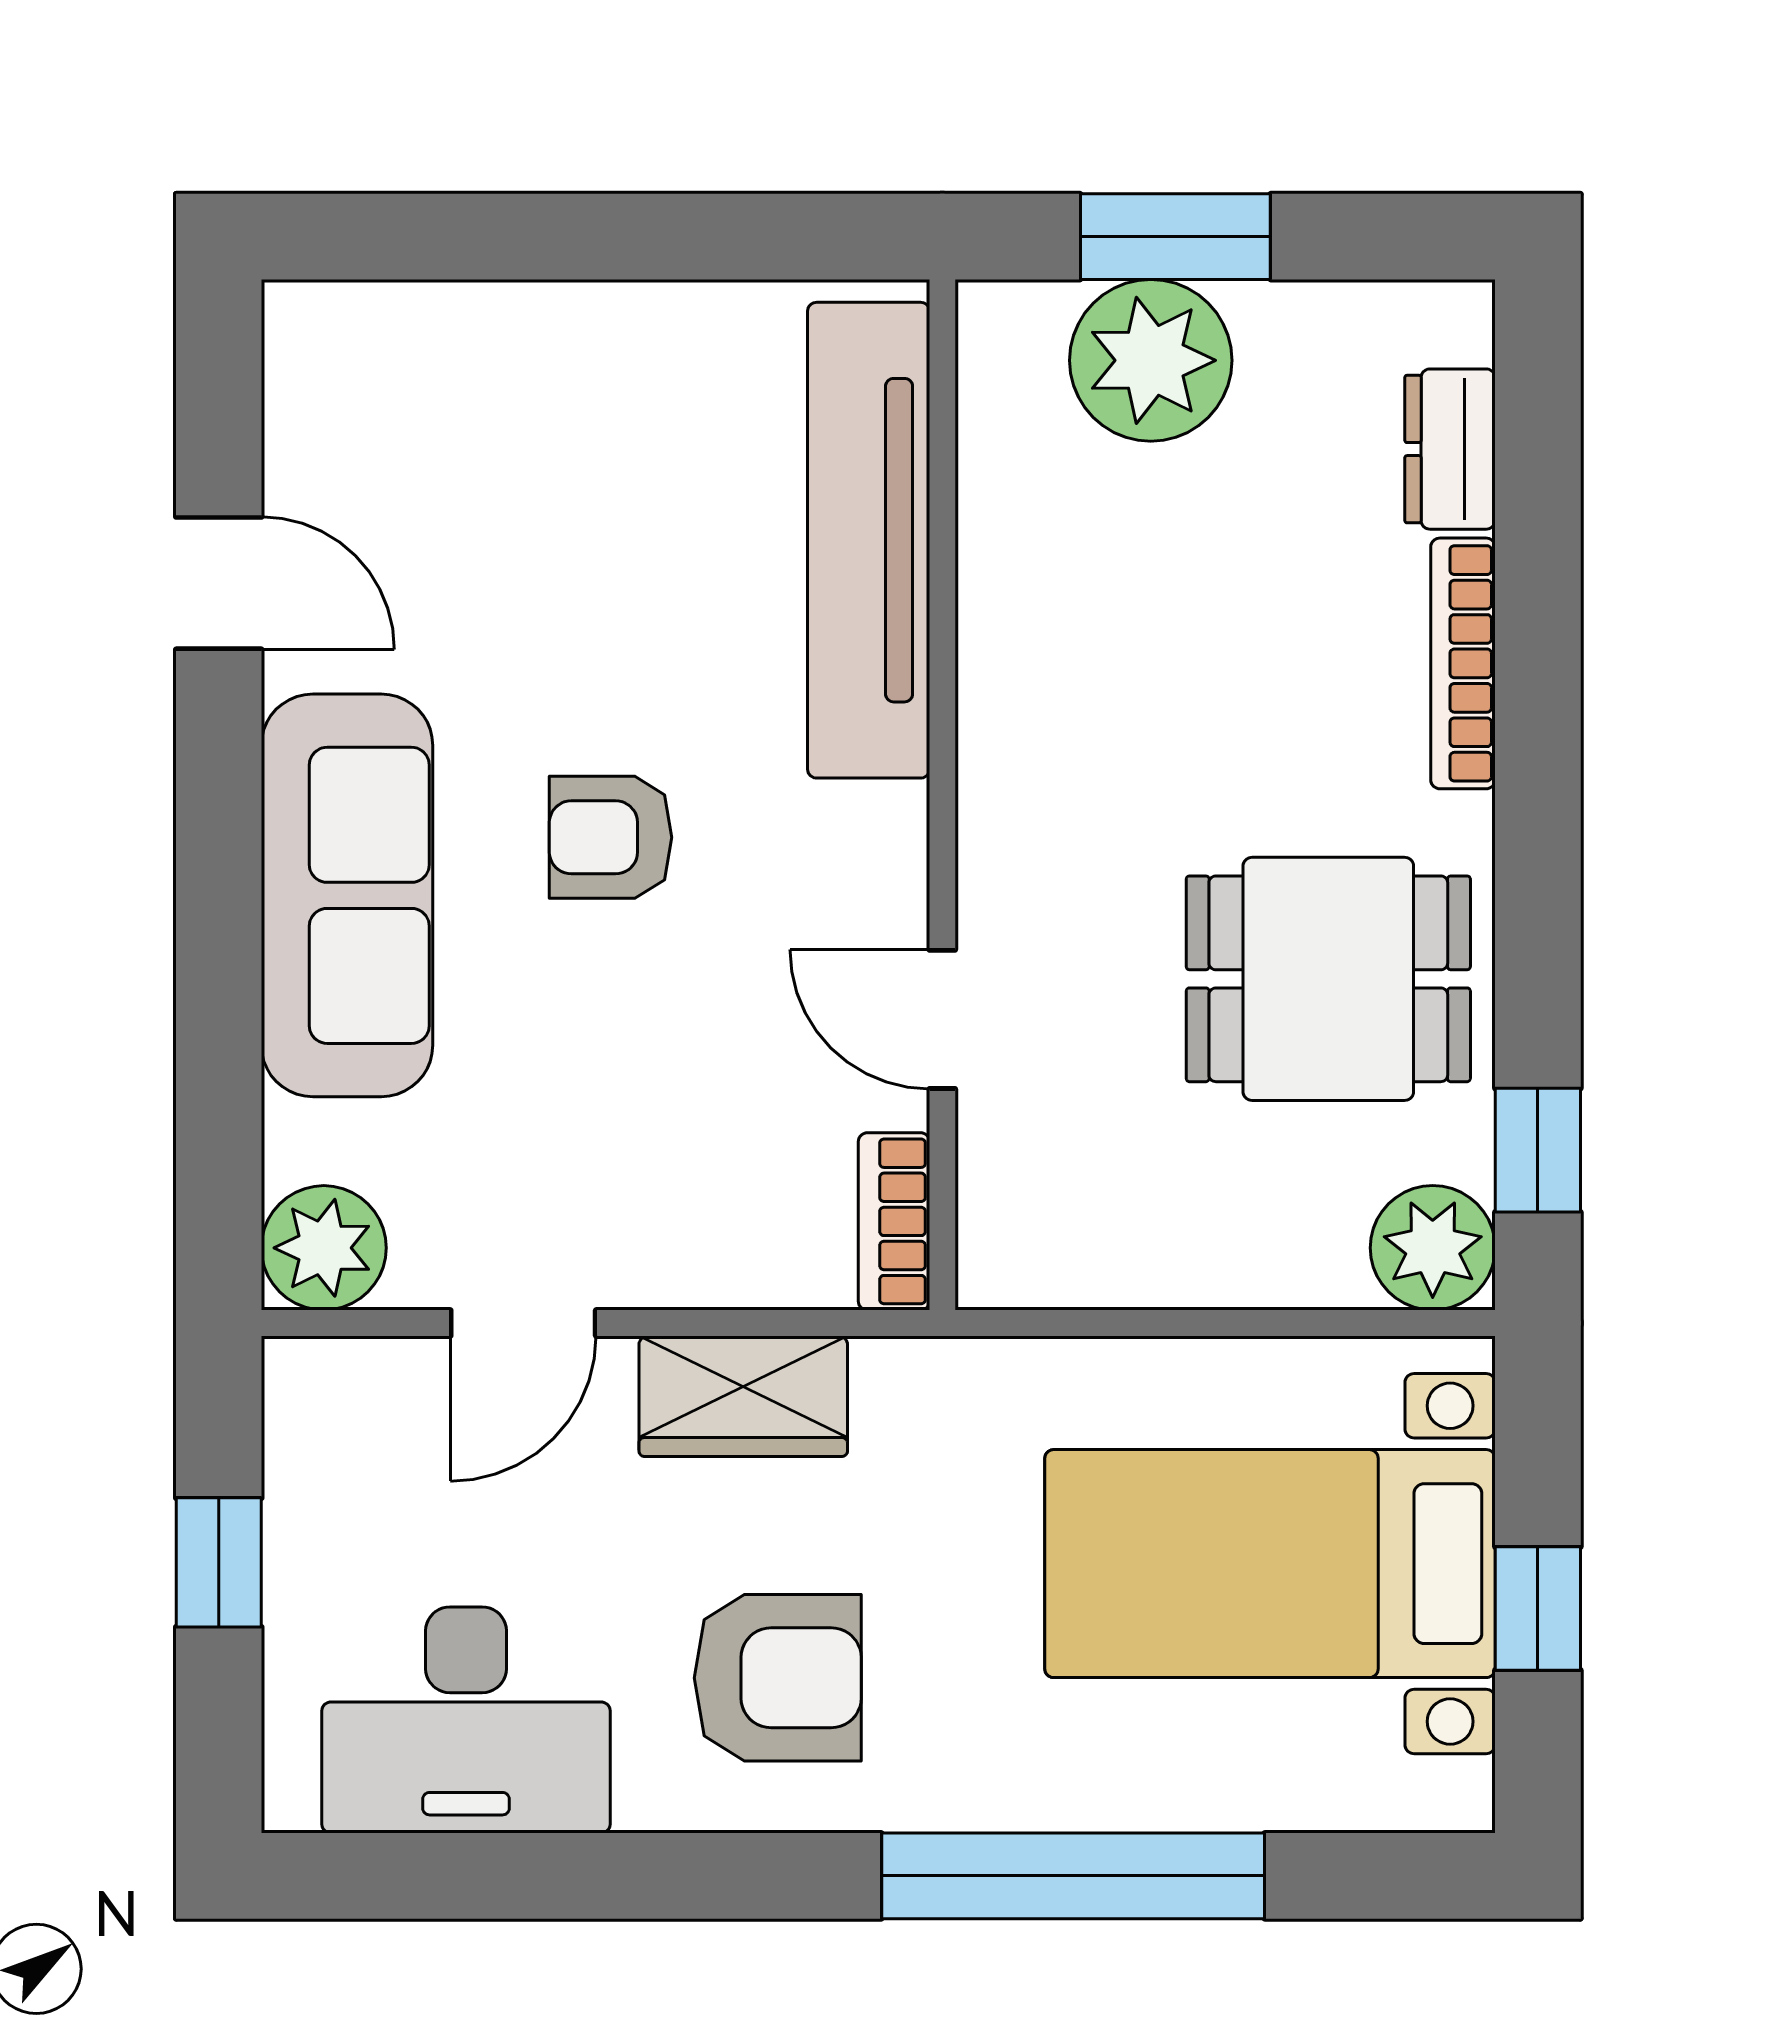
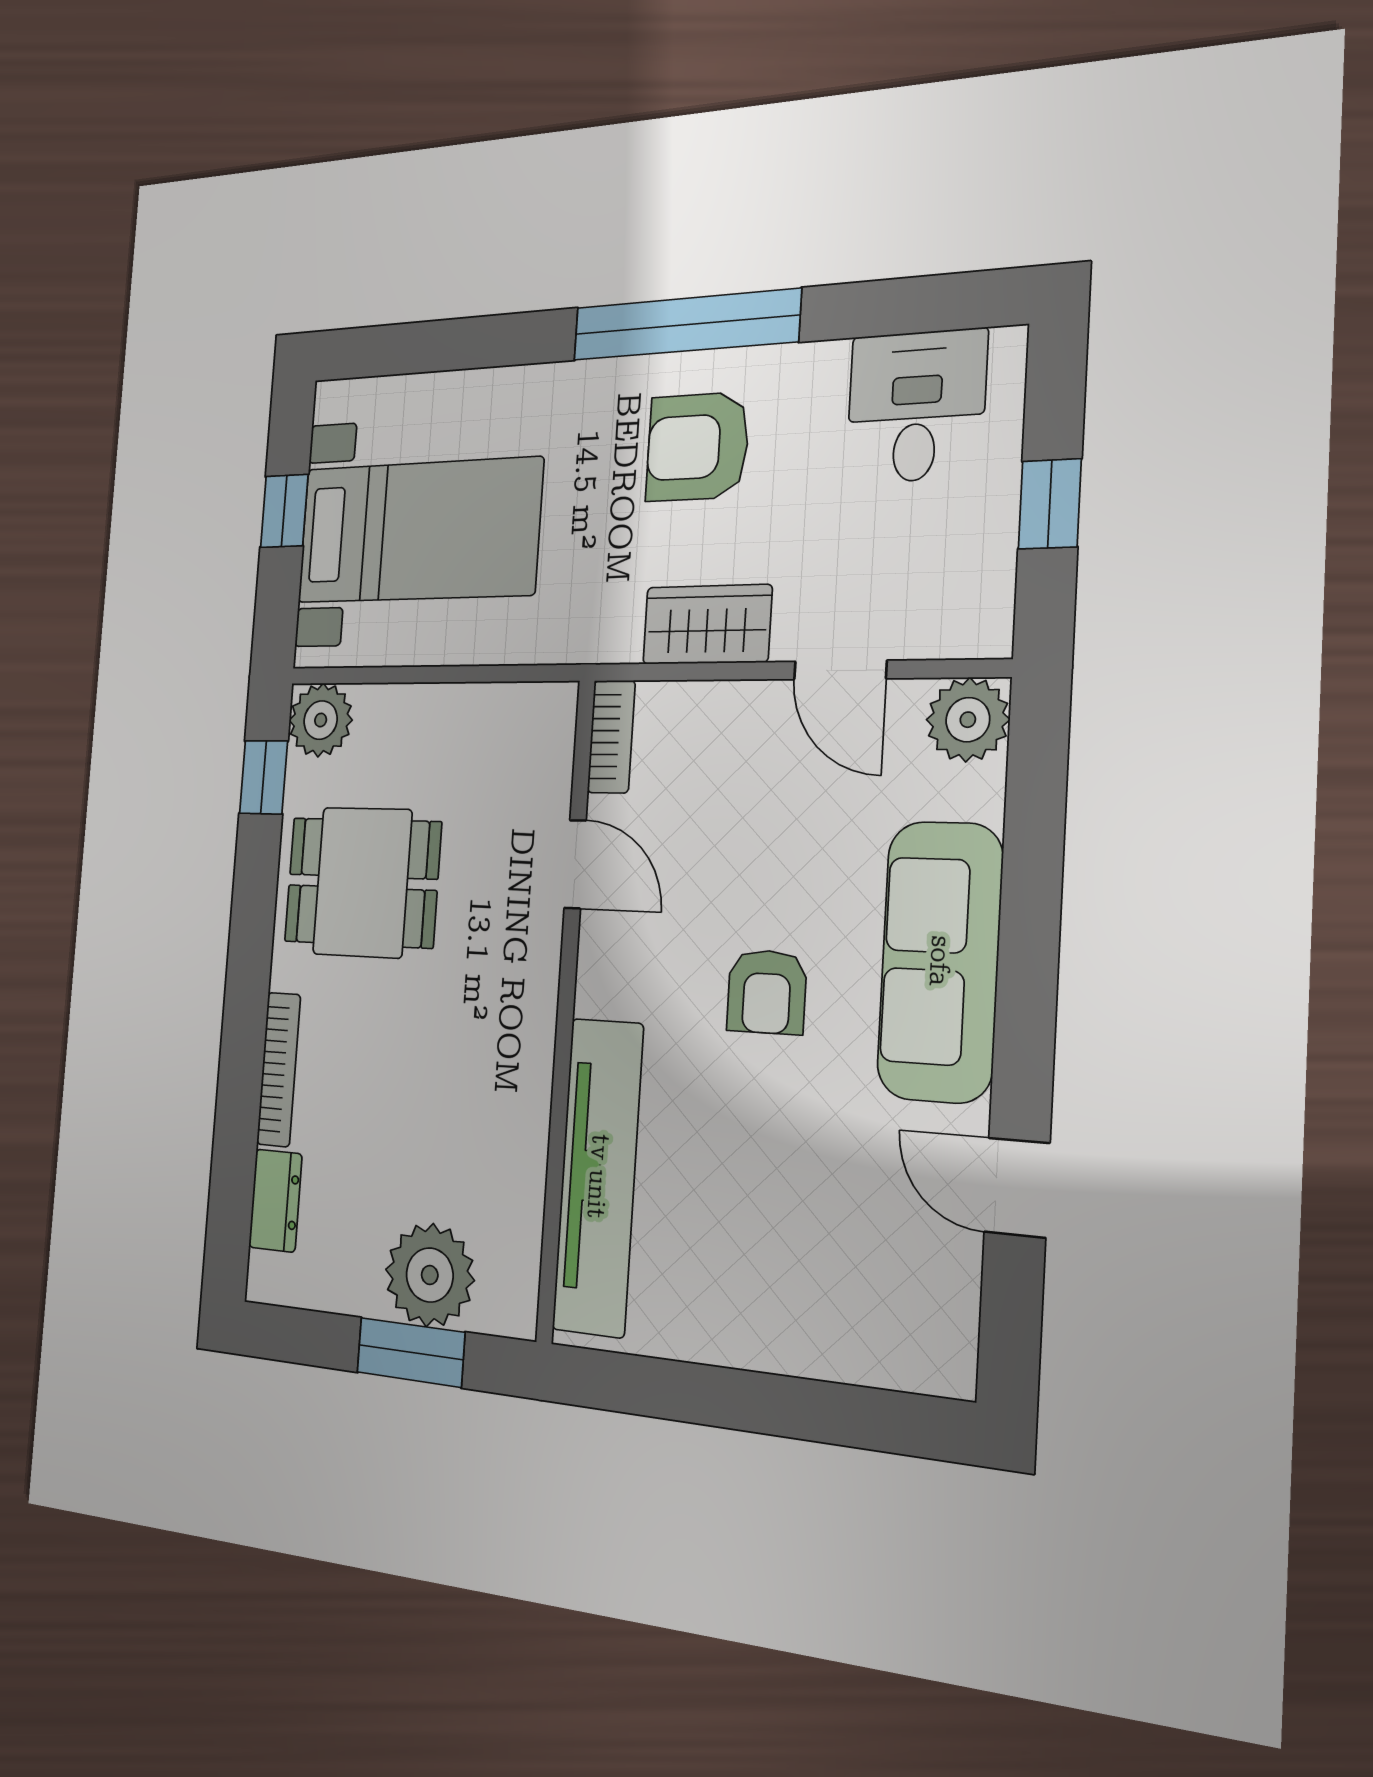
armchair: (611, 837) -> (767, 992), turned 90
door: (523, 1323) -> (840, 670), swing flipped
desk: (466, 1720) -> (916, 406), width x0.73
window: (1073, 1876) -> (685, 325), moved

